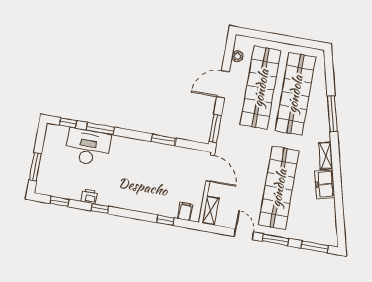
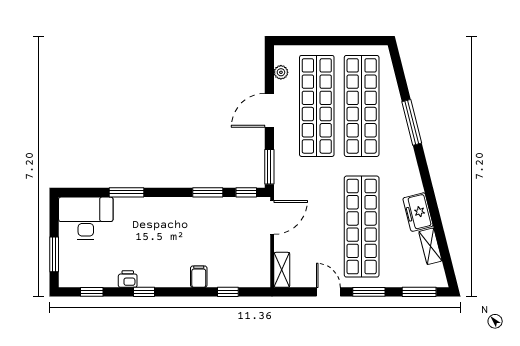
window: (68, 123) -> (246, 192), moved
desk: (88, 147) -> (86, 218), moved
shelving: (326, 156) -> (430, 246), moved
door: (210, 168) -> (272, 217), hinge flipped
filing cabinet: (185, 211) -> (199, 277), moved

